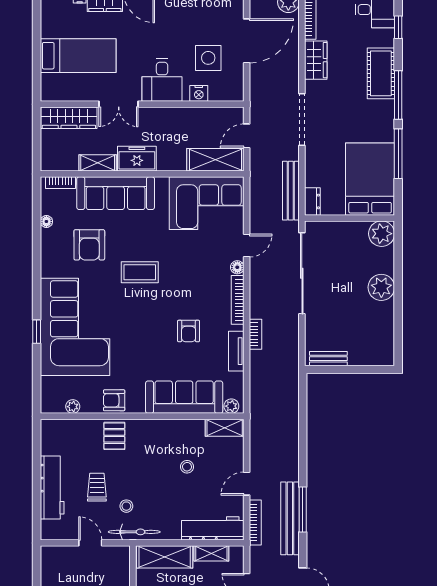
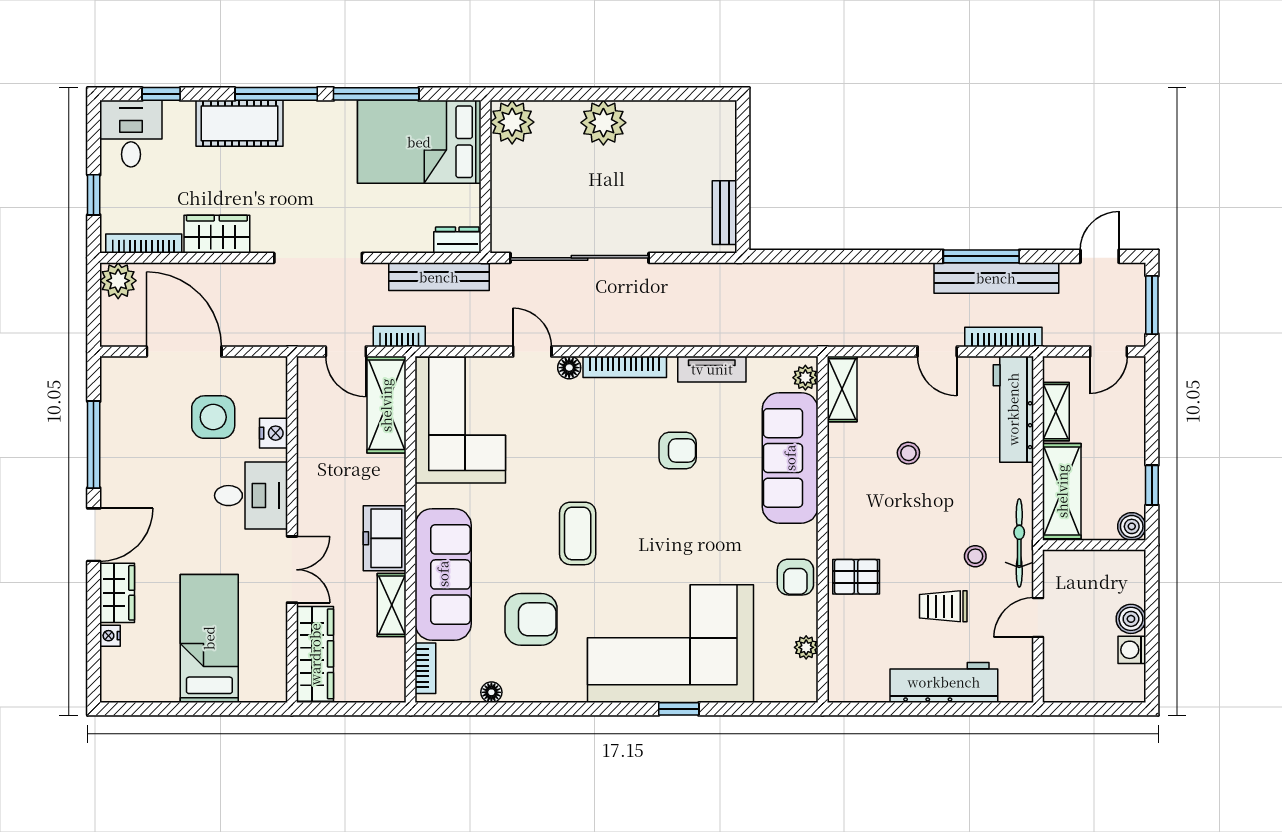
bookcase: (256, 334) -> (399, 336), moved

